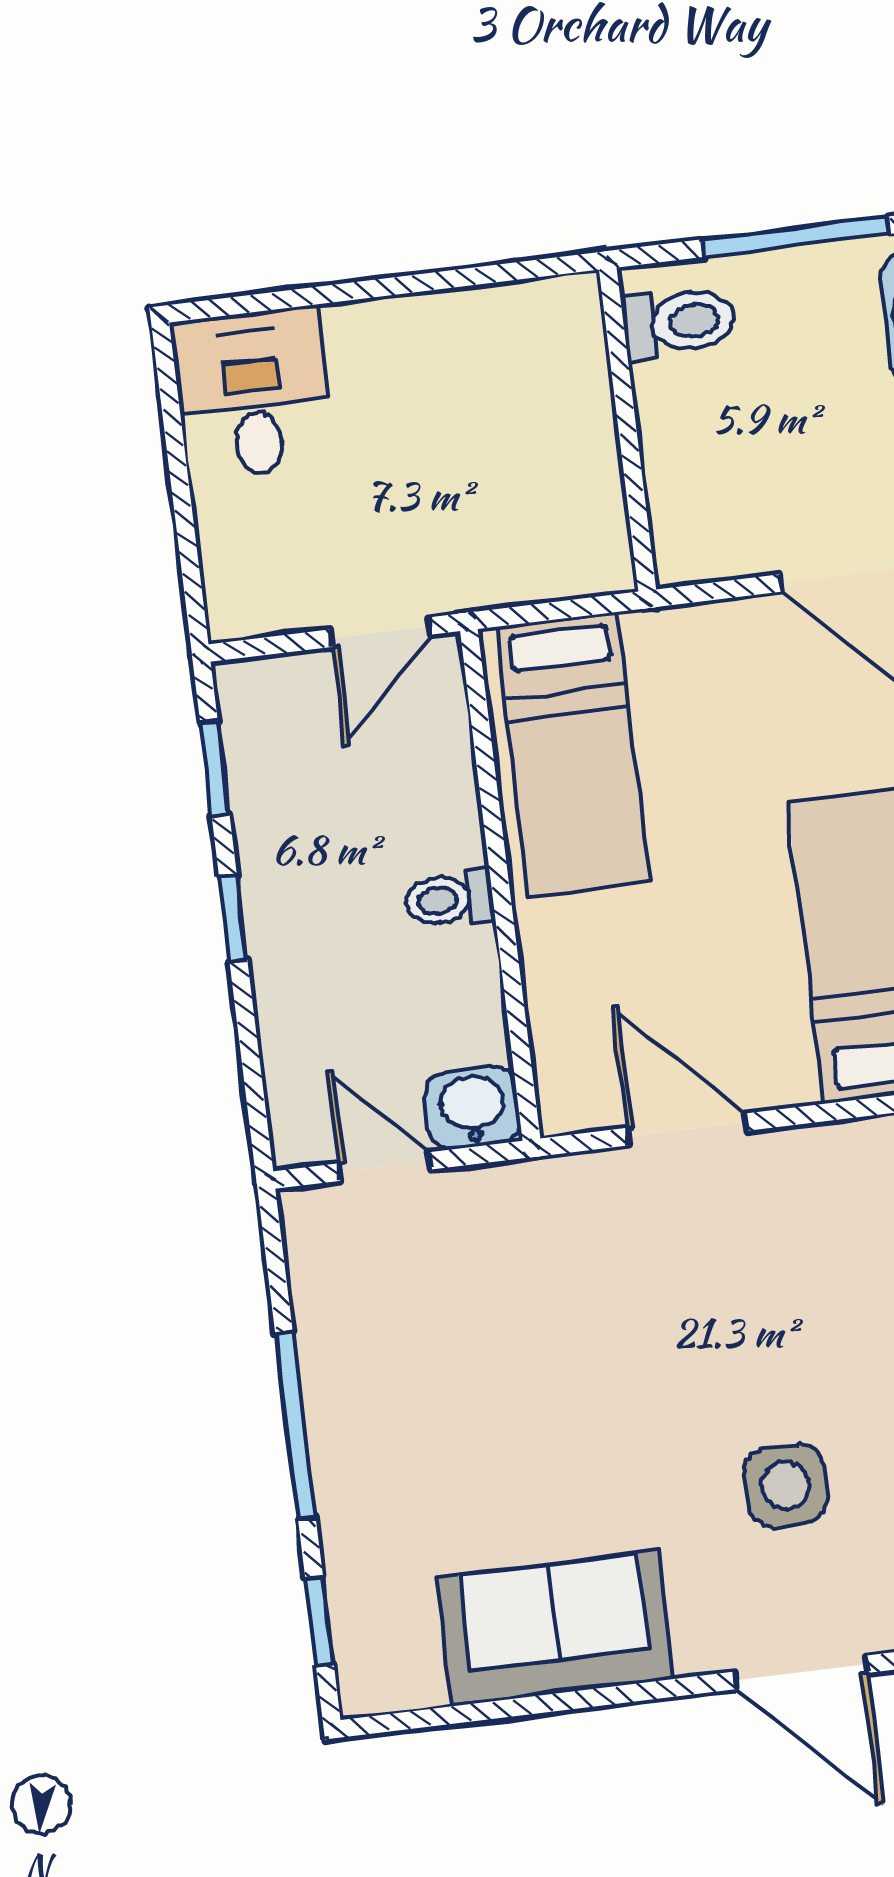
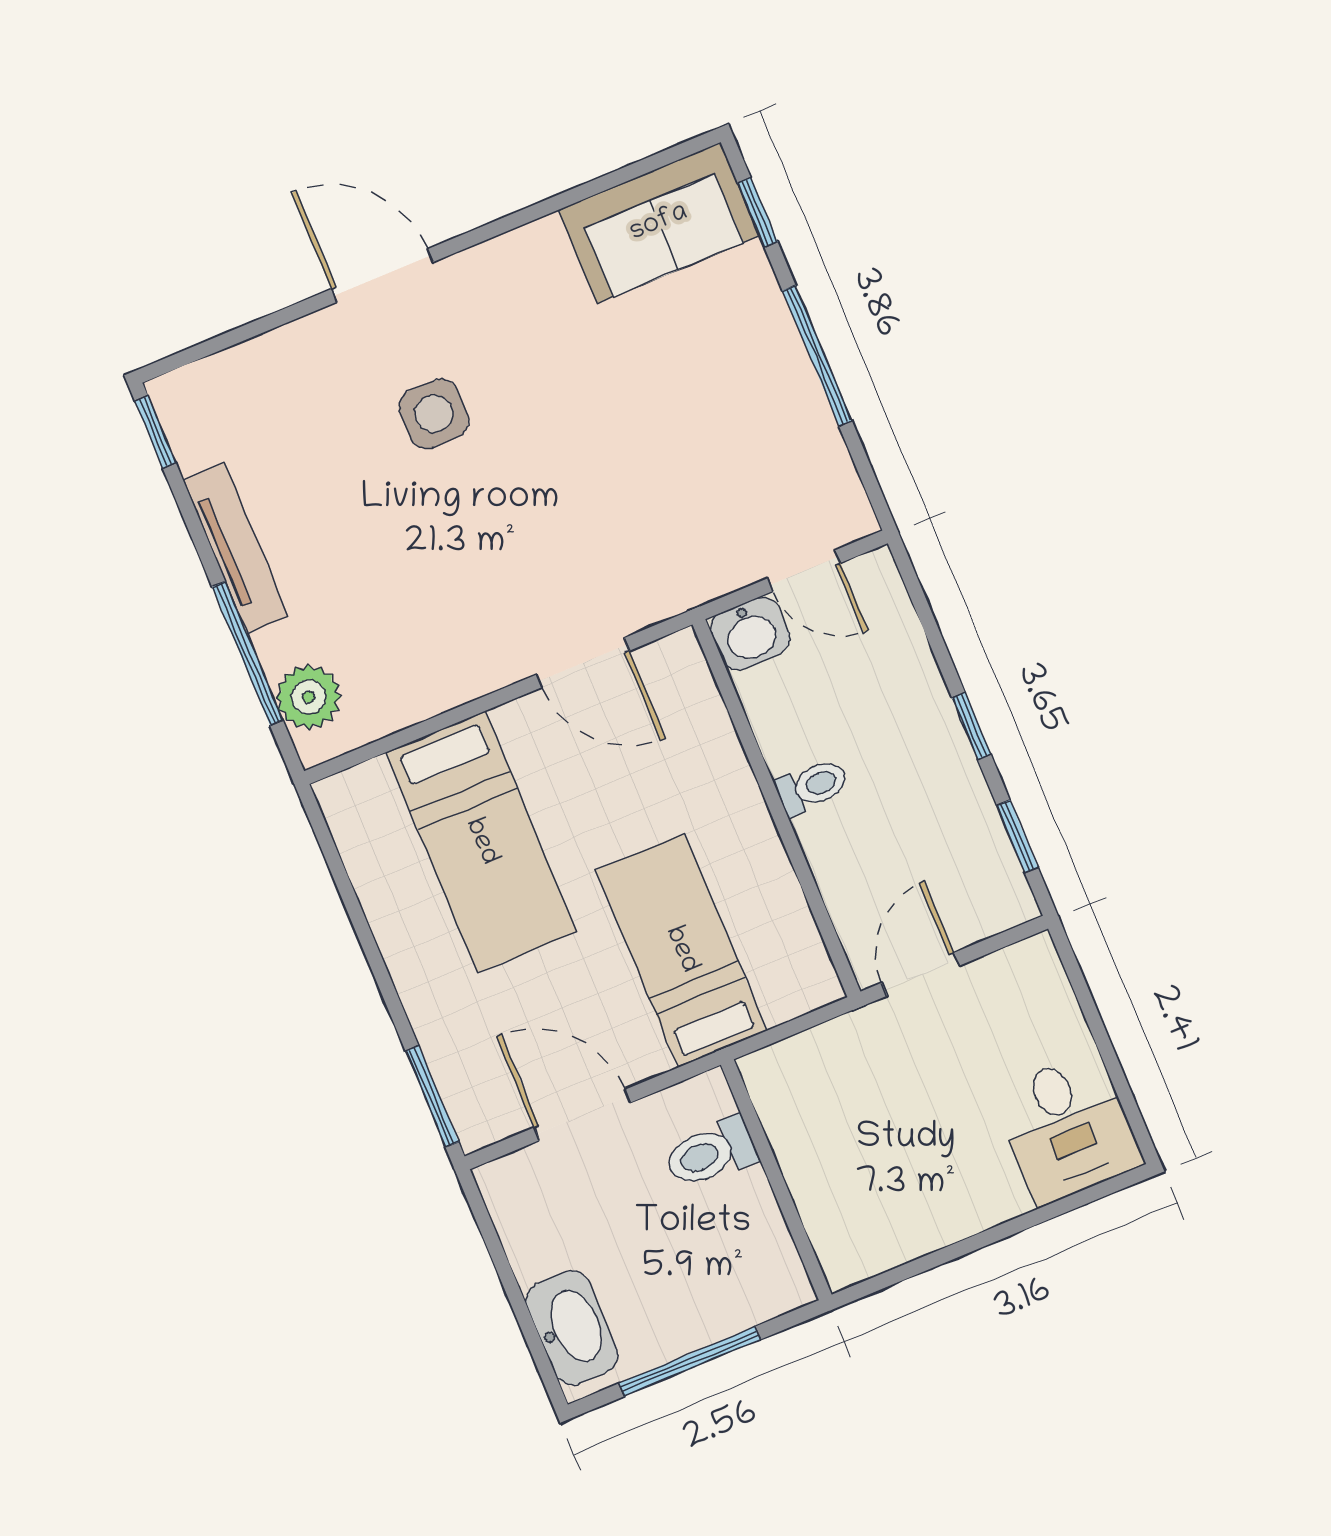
toilet: (679, 323) -> (711, 1153), moved
bed: (573, 754) -> (681, 950), moved
sofa: (555, 1628) -> (659, 223), moved

